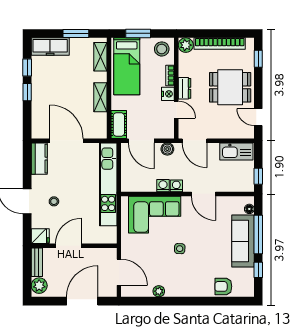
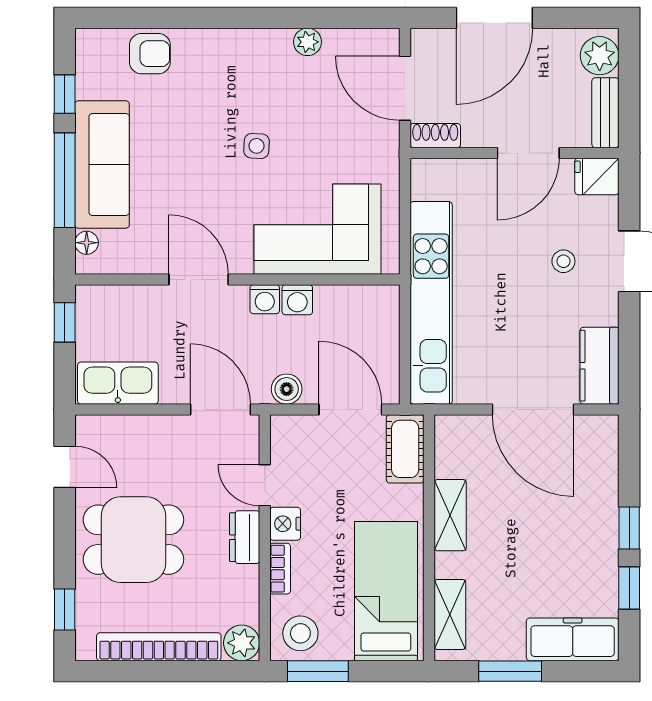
window: (138, 33) -> (318, 671), moved
shoe rack: (106, 253) -> (435, 136), added

